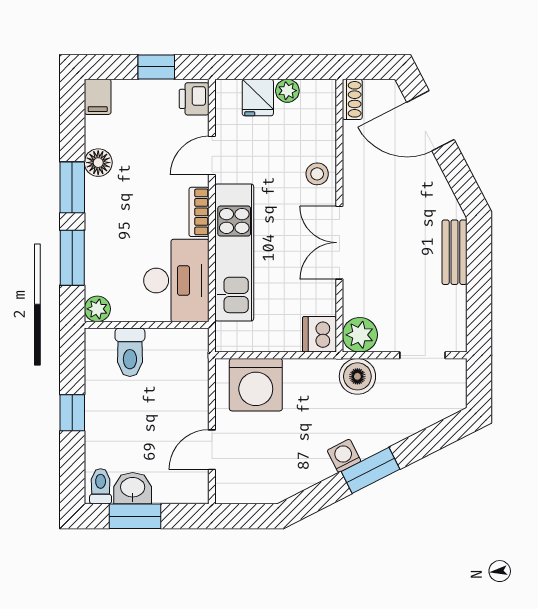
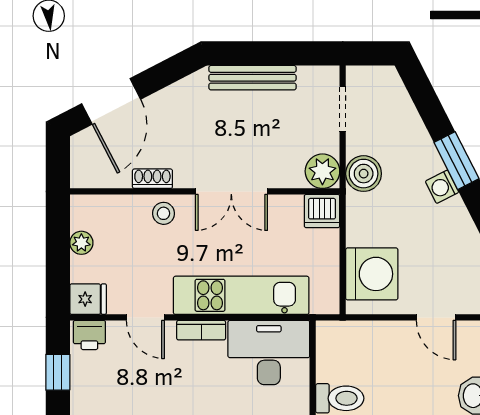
fridge: (258, 98) -> (88, 299), moved
shoe rack: (352, 99) -> (152, 179), moved
bench: (454, 252) -> (253, 78), width x1.36

